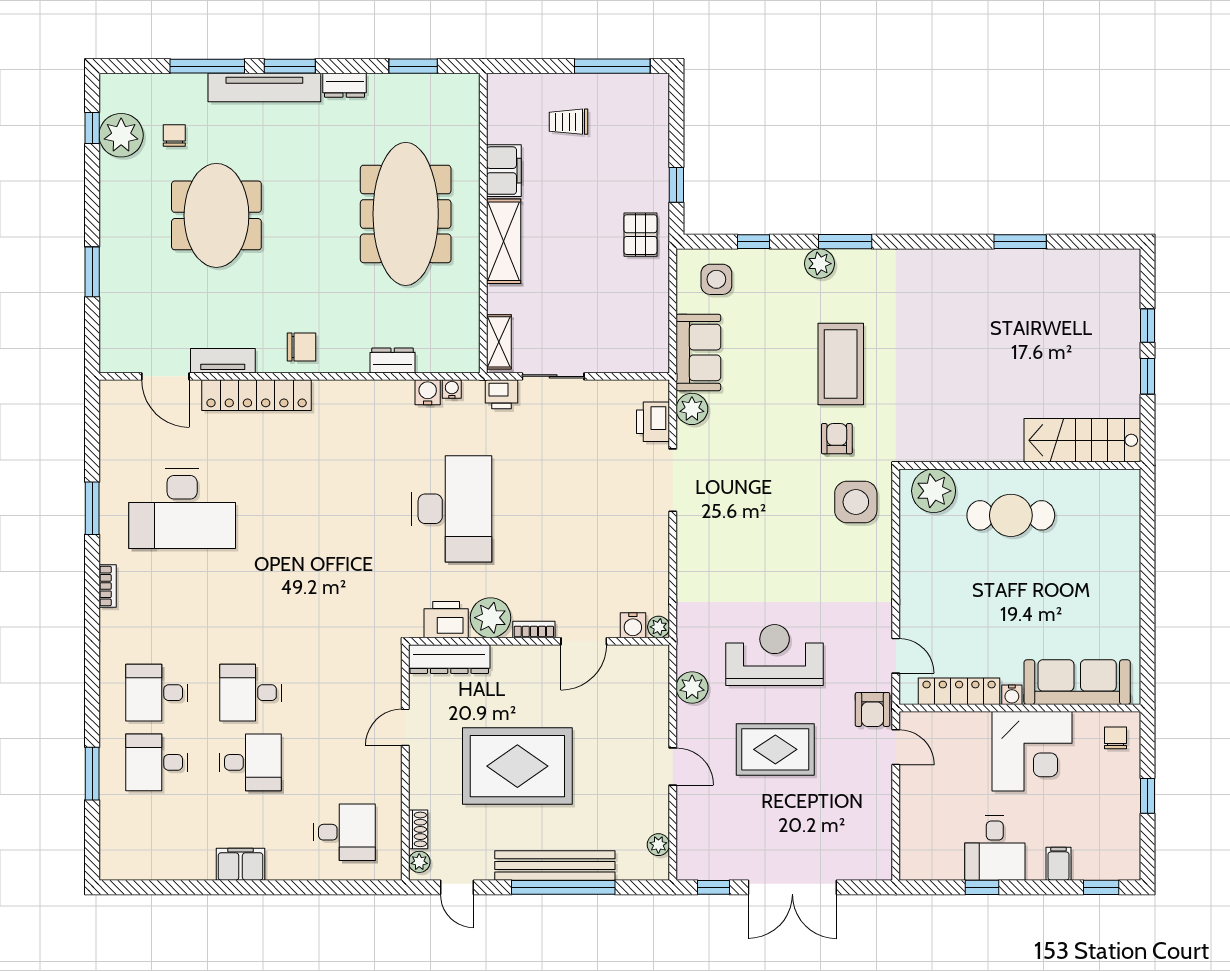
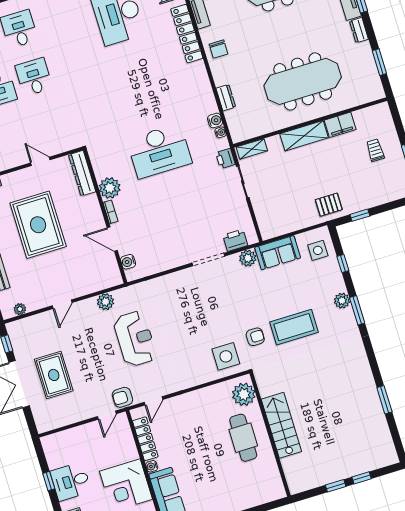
stairs: (1082, 440) -> (281, 425), moved
printer: (446, 620) -> (102, 166), removed
plant: (659, 627) -> (131, 275), removed
rug: (775, 749) -> (54, 375), moved

